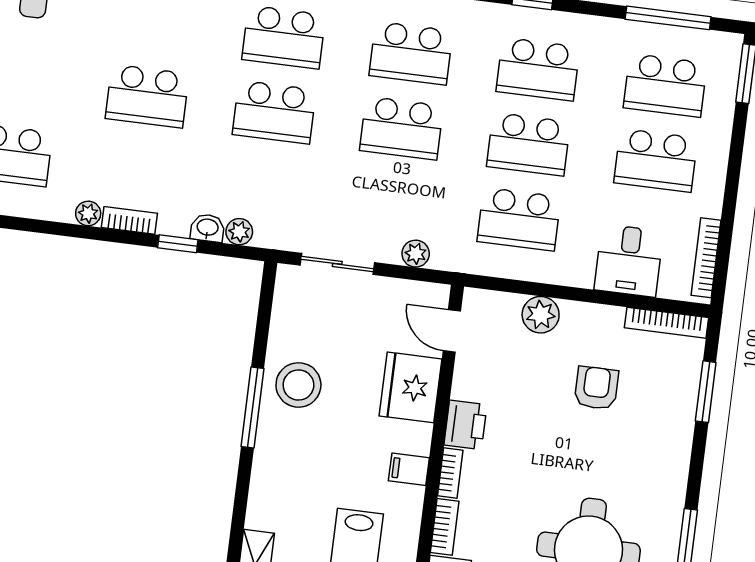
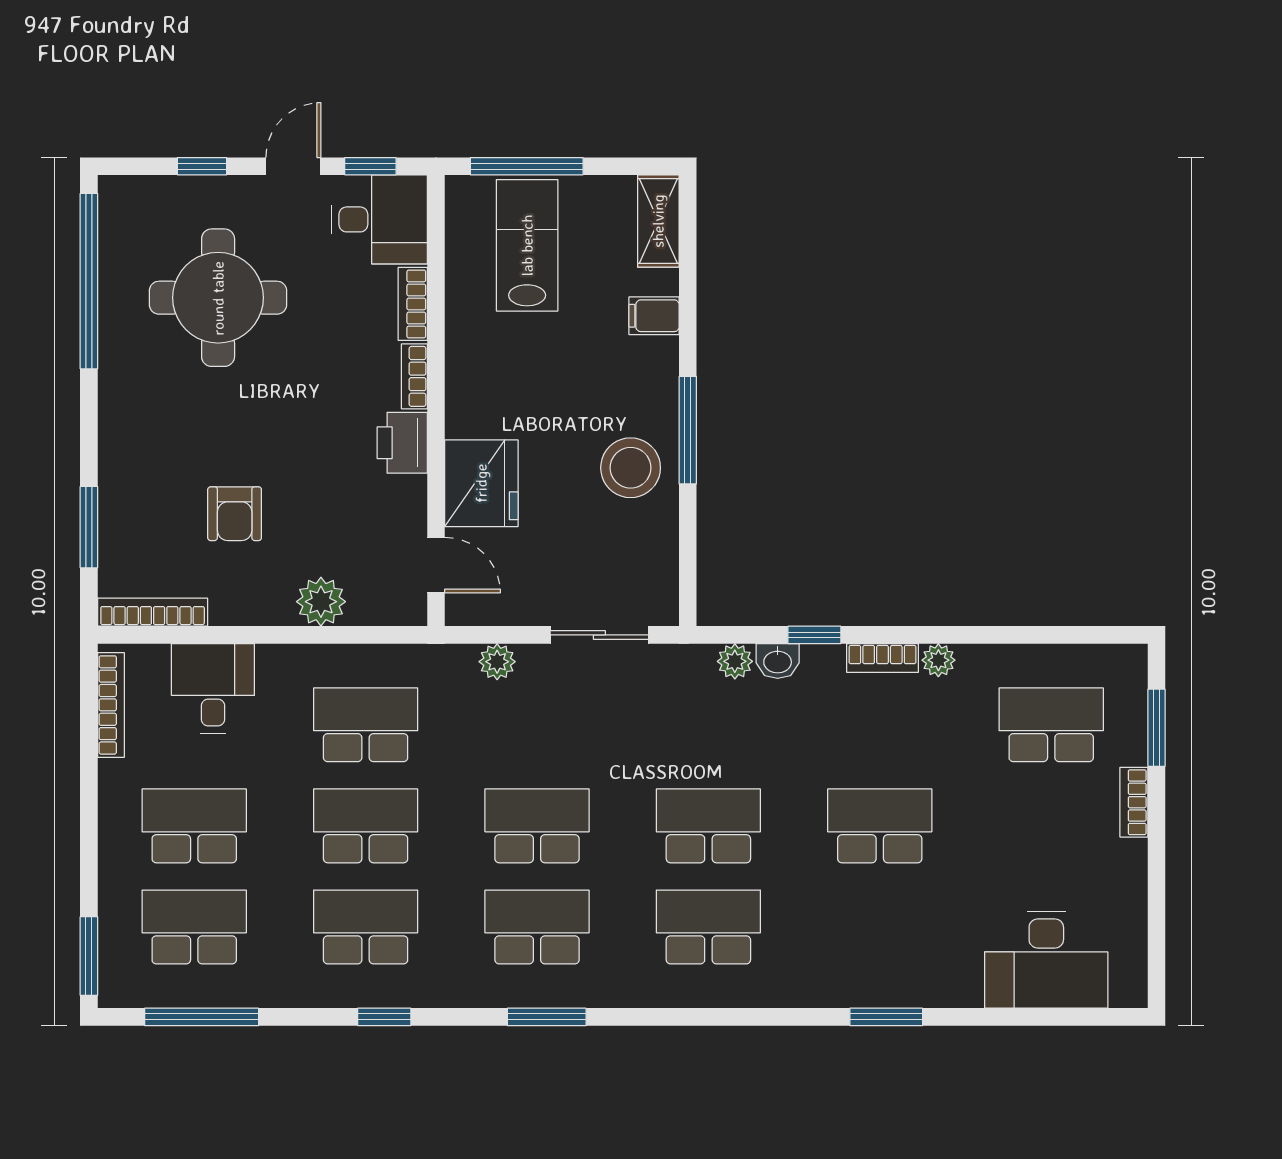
filing cabinet: (409, 469) -> (654, 316), moved, turned 180

